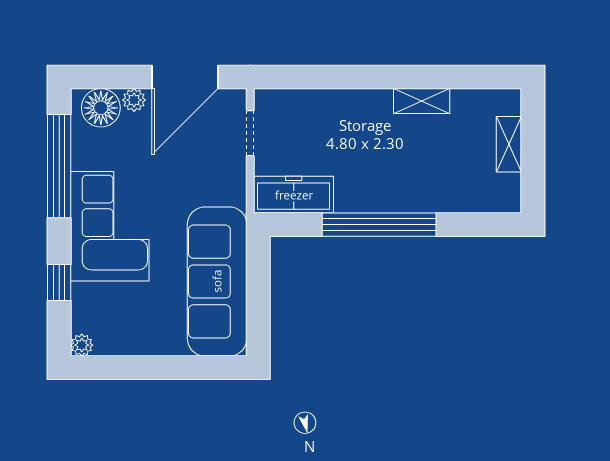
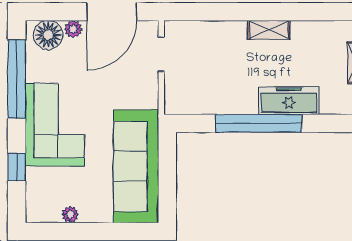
shelving: (422, 101) -> (269, 30), moved
freezer: (294, 195) -> (289, 101), moved
plant: (82, 345) -> (70, 214), moved

